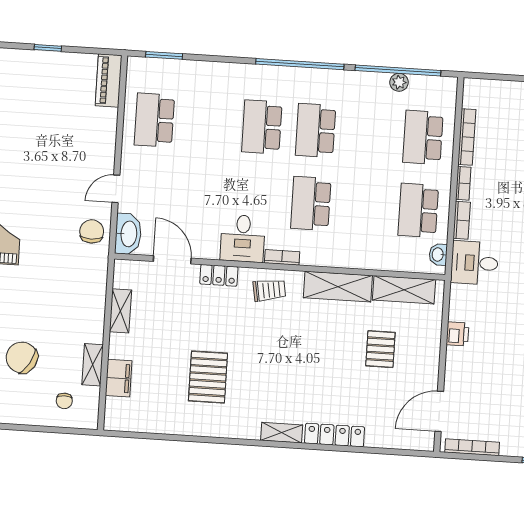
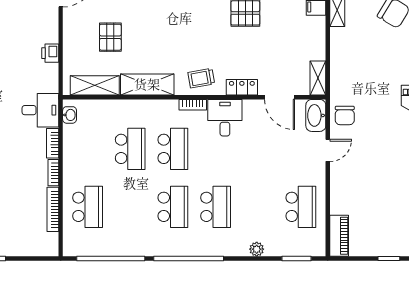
plant: (399, 82) -> (257, 249), moved
school desk: (418, 210) -> (130, 149), moved
shelving: (120, 311) -> (318, 78), moved

